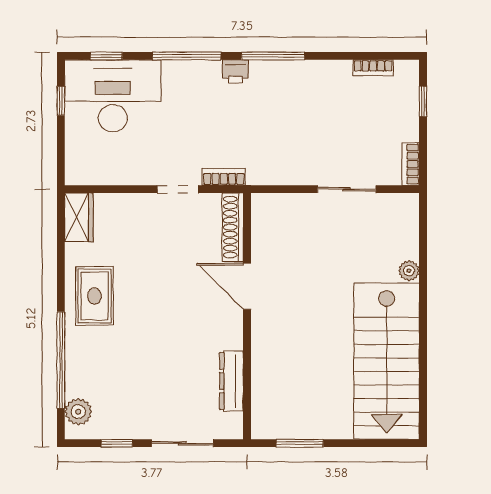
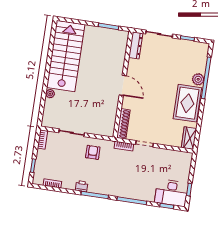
printer: (235, 71) -> (82, 186), moved
desk: (113, 96) -> (171, 193), width x0.73, depth x0.77
armchair: (292, 152) -> (93, 152), added
door: (247, 286) -> (123, 85), moved
rug: (95, 296) -> (187, 103), width x1.36, depth x1.43
dresser: (231, 381) -> (136, 45), moved
plant: (78, 412) -> (198, 79), moved

